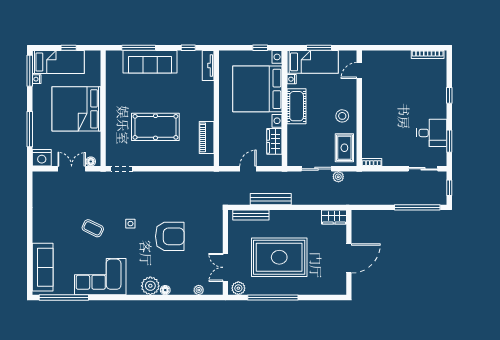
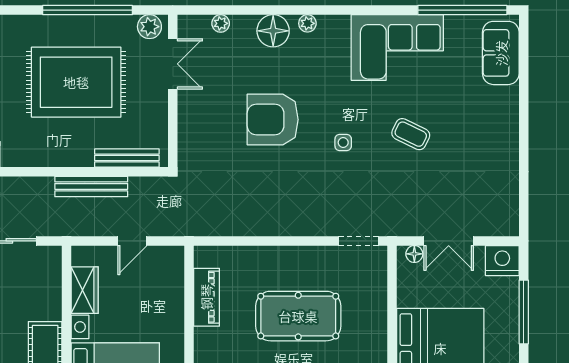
sofa: (43, 267) -> (501, 53), width x0.73
plant: (150, 286) -> (307, 23), width x0.53, depth x0.53
floor lamp: (165, 290) -> (273, 31), width x1.89, depth x1.89

